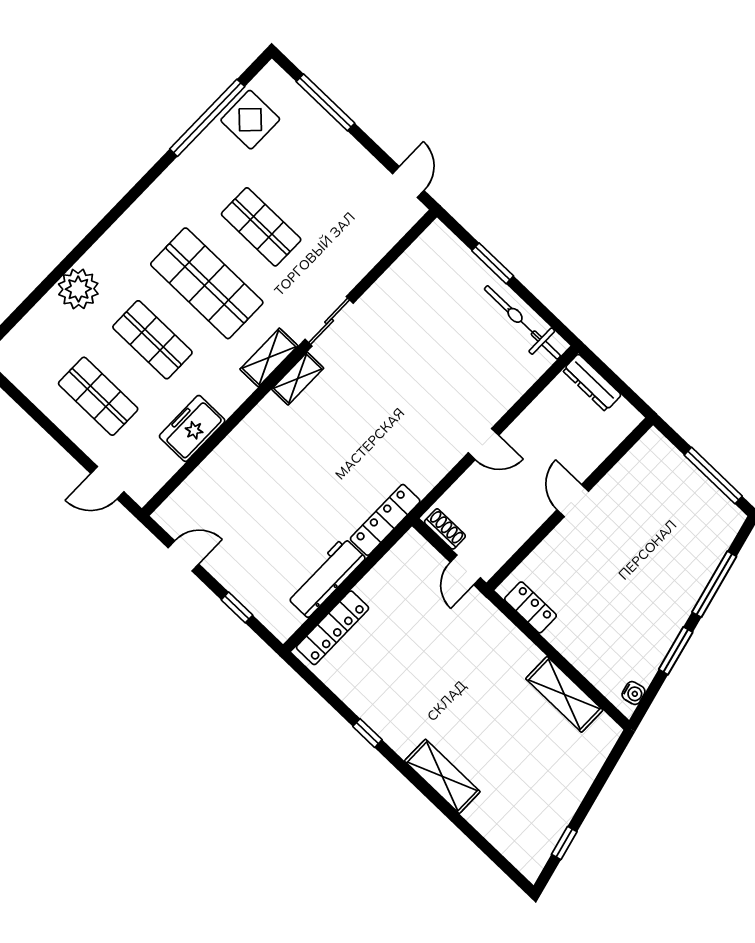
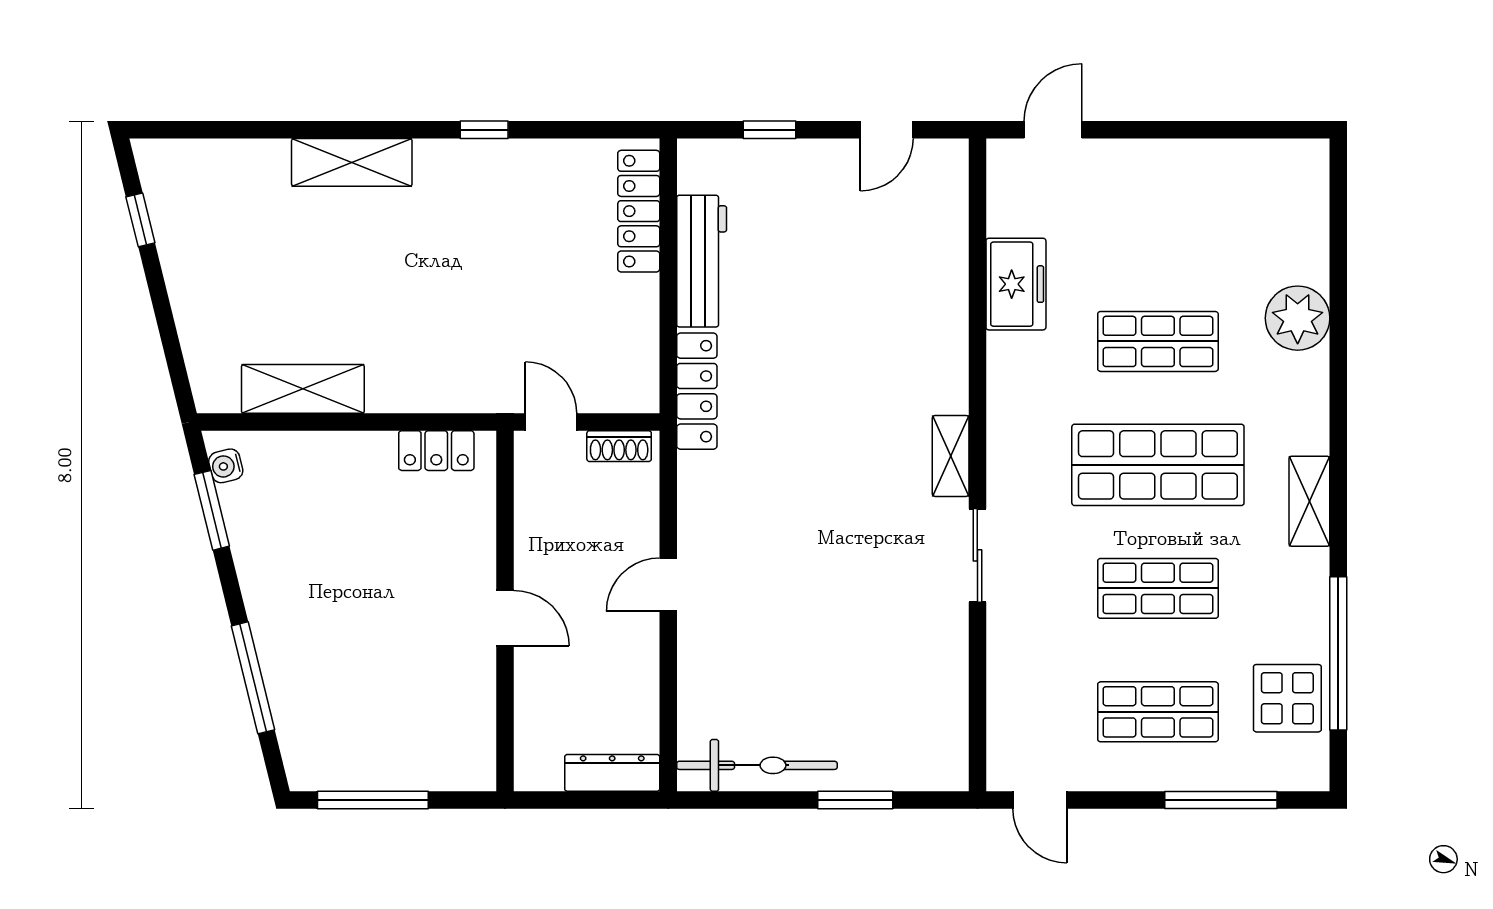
shelving: (269, 357) -> (1309, 501), moved
shop shelf: (98, 396) -> (1158, 712), moved
window: (676, 651) -> (212, 510), moved

